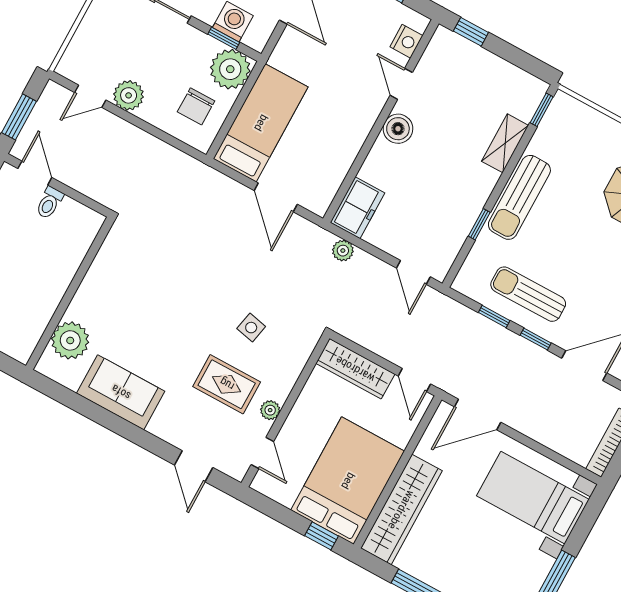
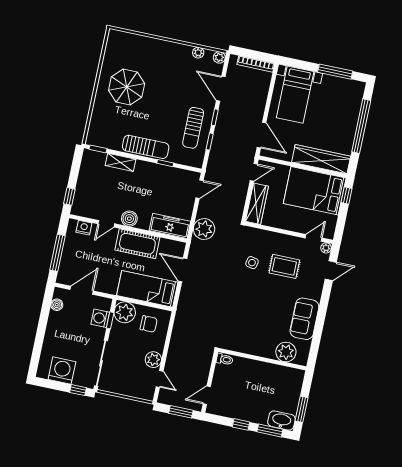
cot: (348, 130) -> (137, 244), added
door: (276, 197) -> (183, 270), swing flipped
toilet: (49, 203) -> (225, 359), moved
freezer: (358, 208) -> (170, 226), width x1.40
plant: (343, 251) -> (204, 229), width x1.87, depth x1.87
rug: (227, 384) -> (284, 266), turned 90
plant: (270, 410) -> (326, 248), moved

